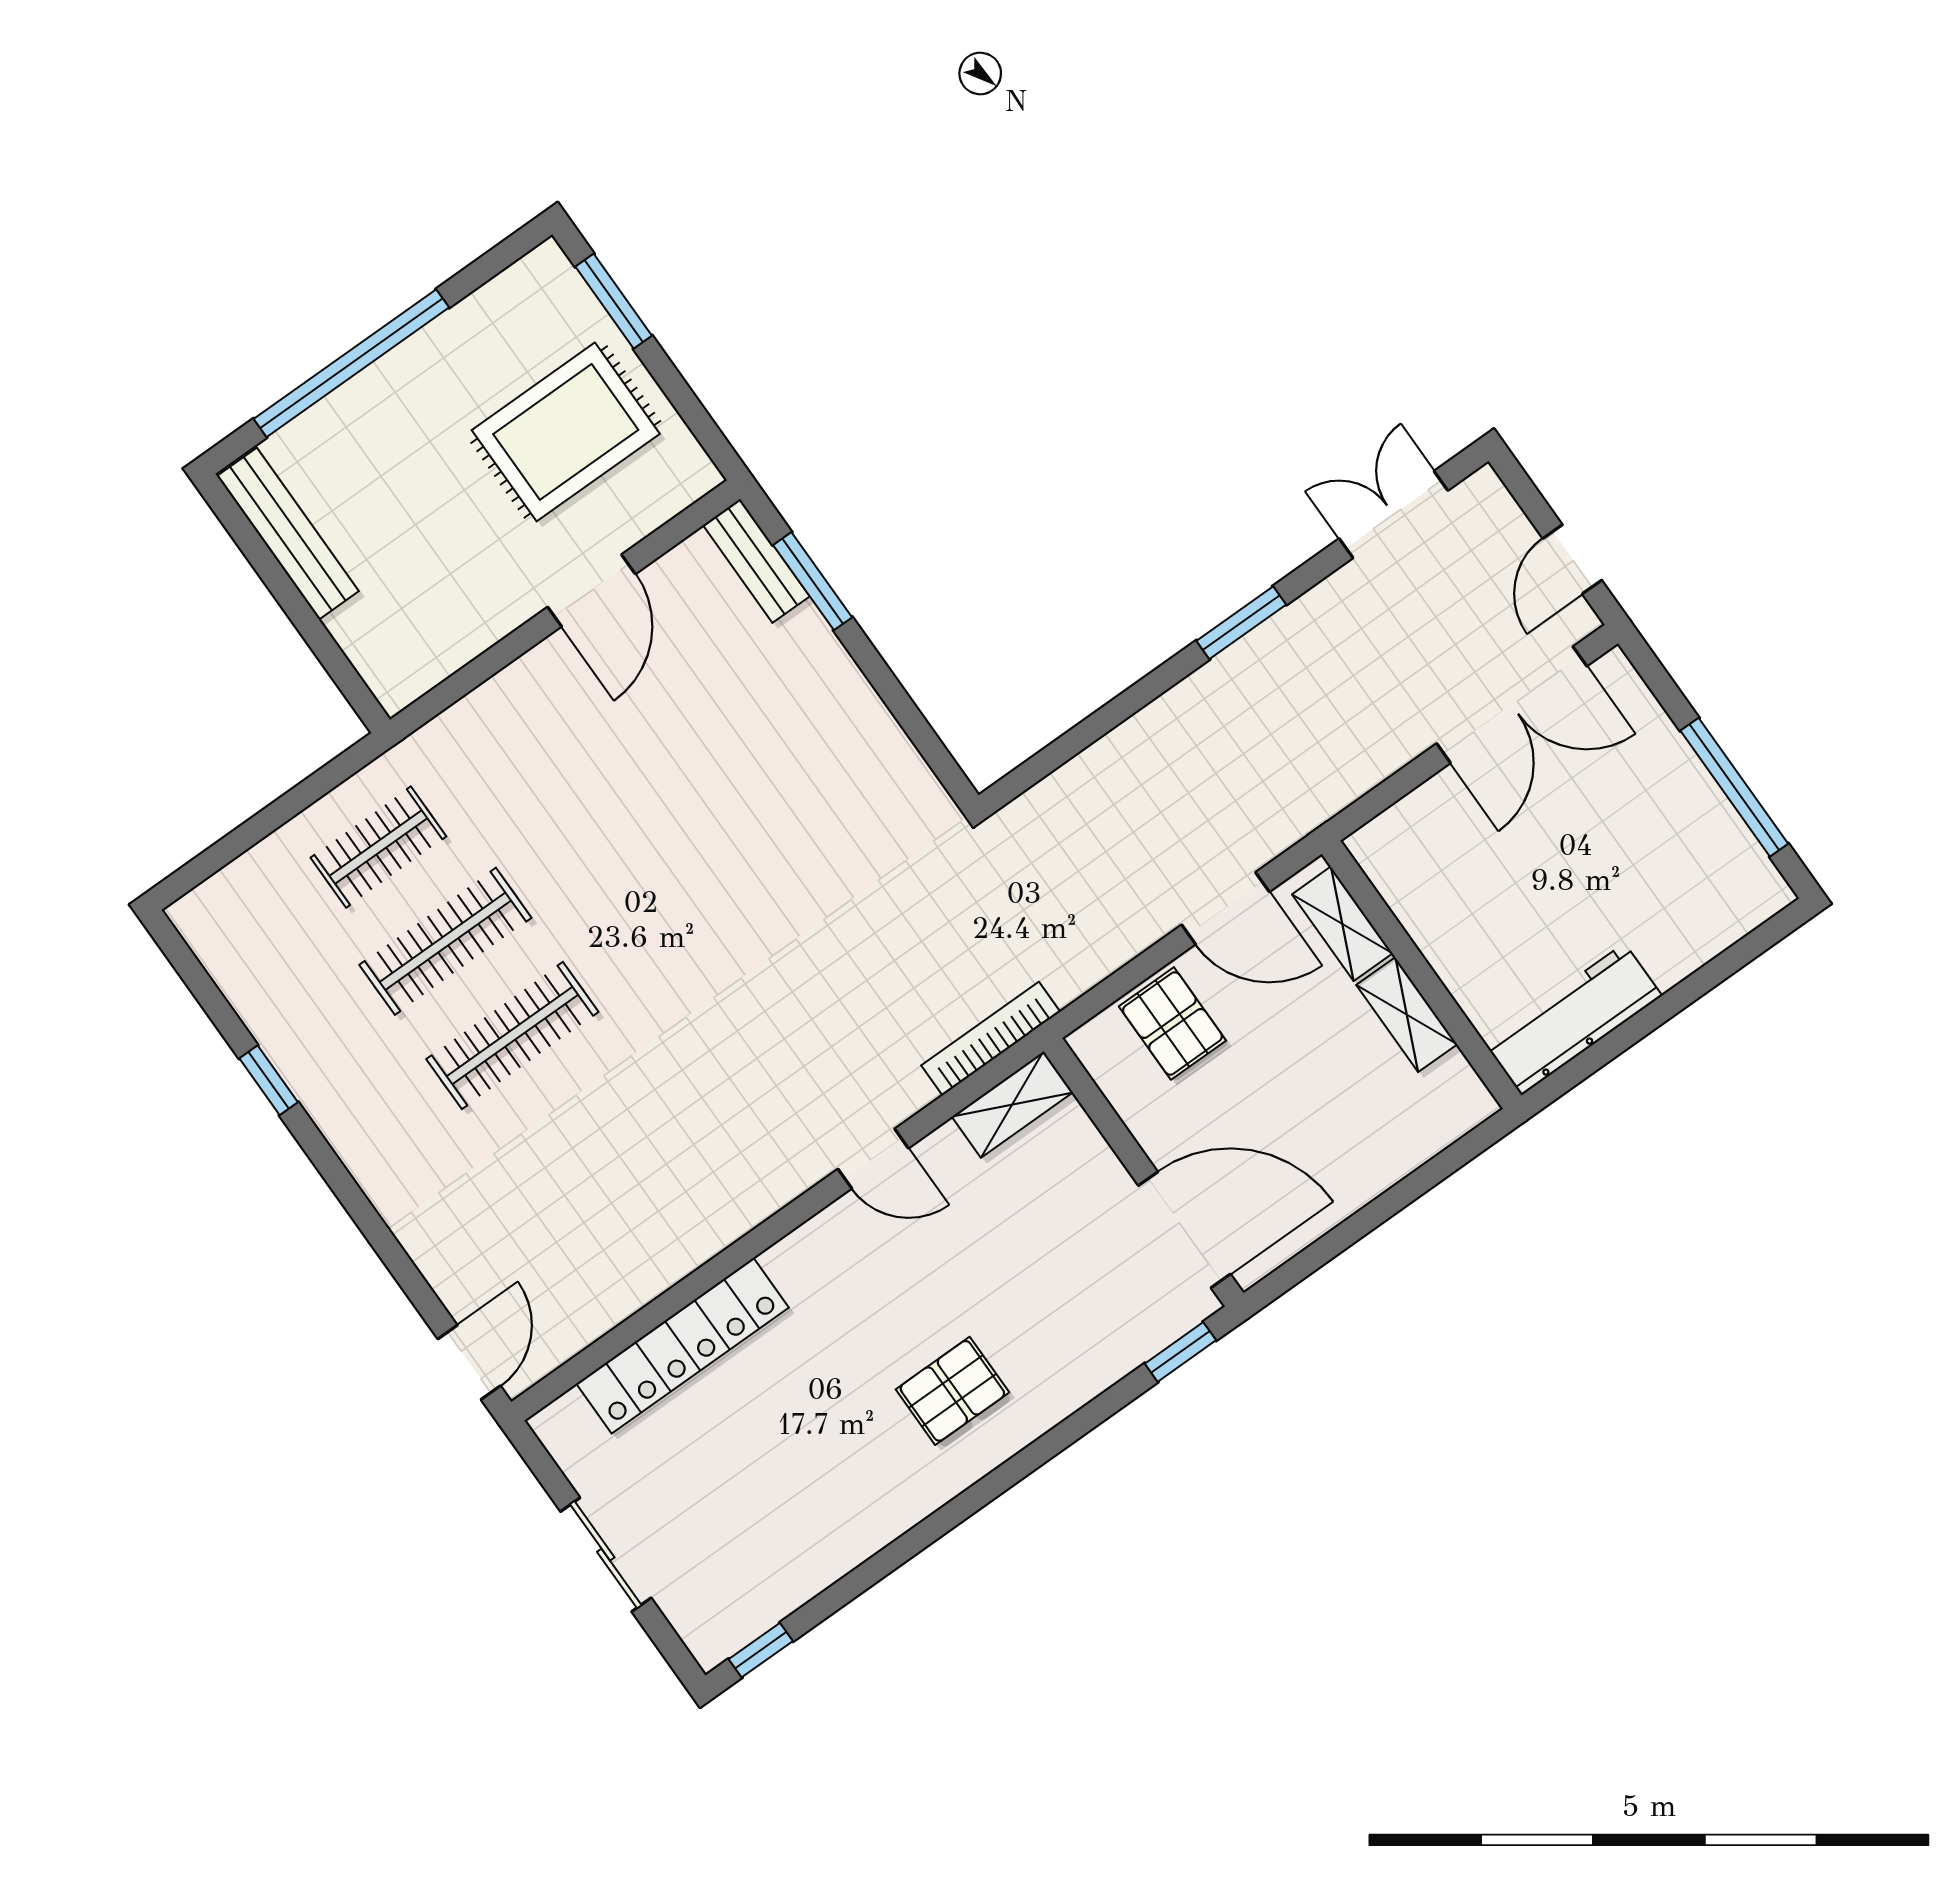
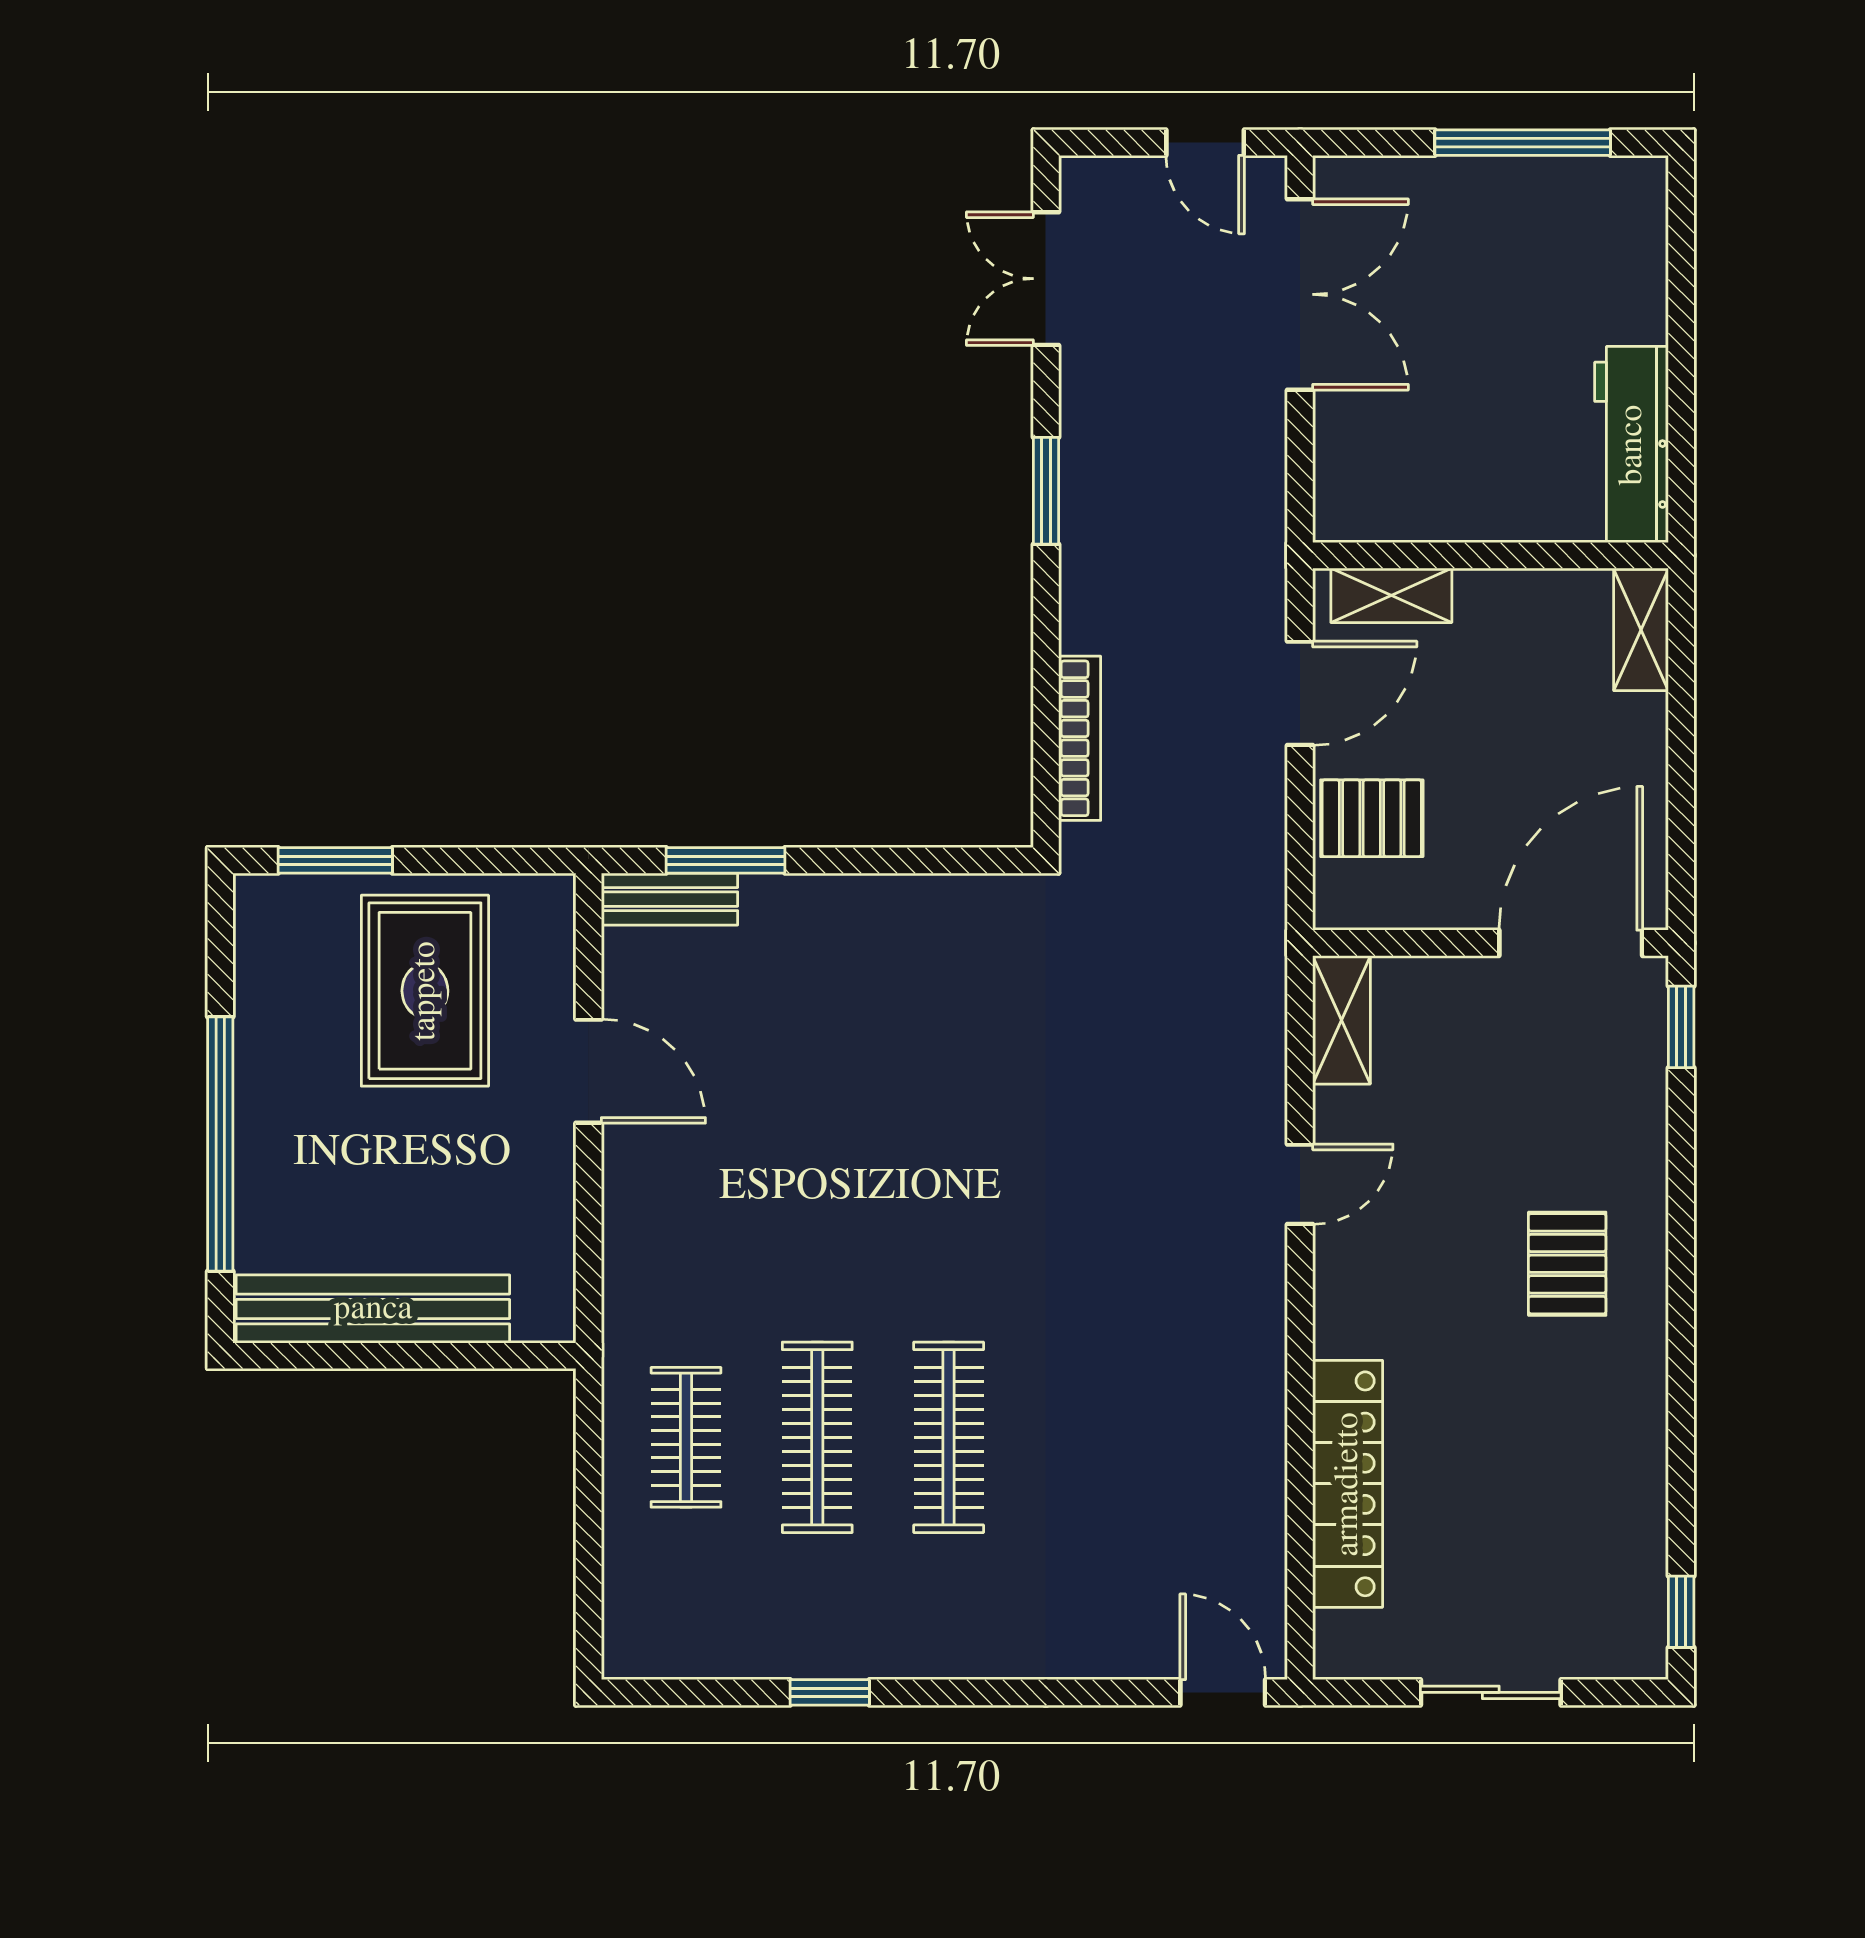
bench: (288, 534) -> (373, 1309), width x1.37, depth x1.21
shelving: (1407, 1015) -> (1641, 630), moved, turned 90
bookcase: (991, 1039) -> (1080, 738), moved, turned 180

